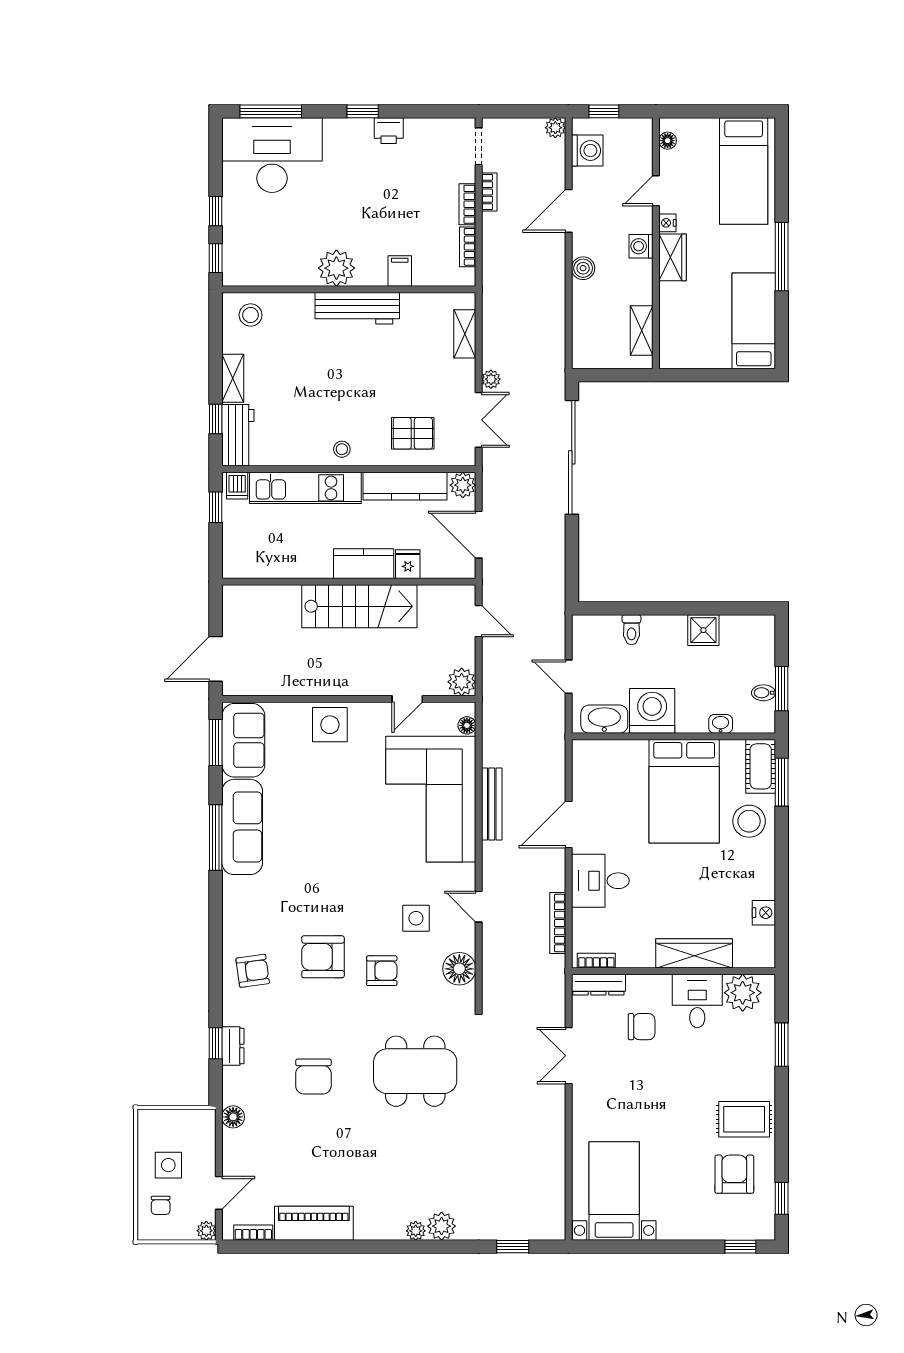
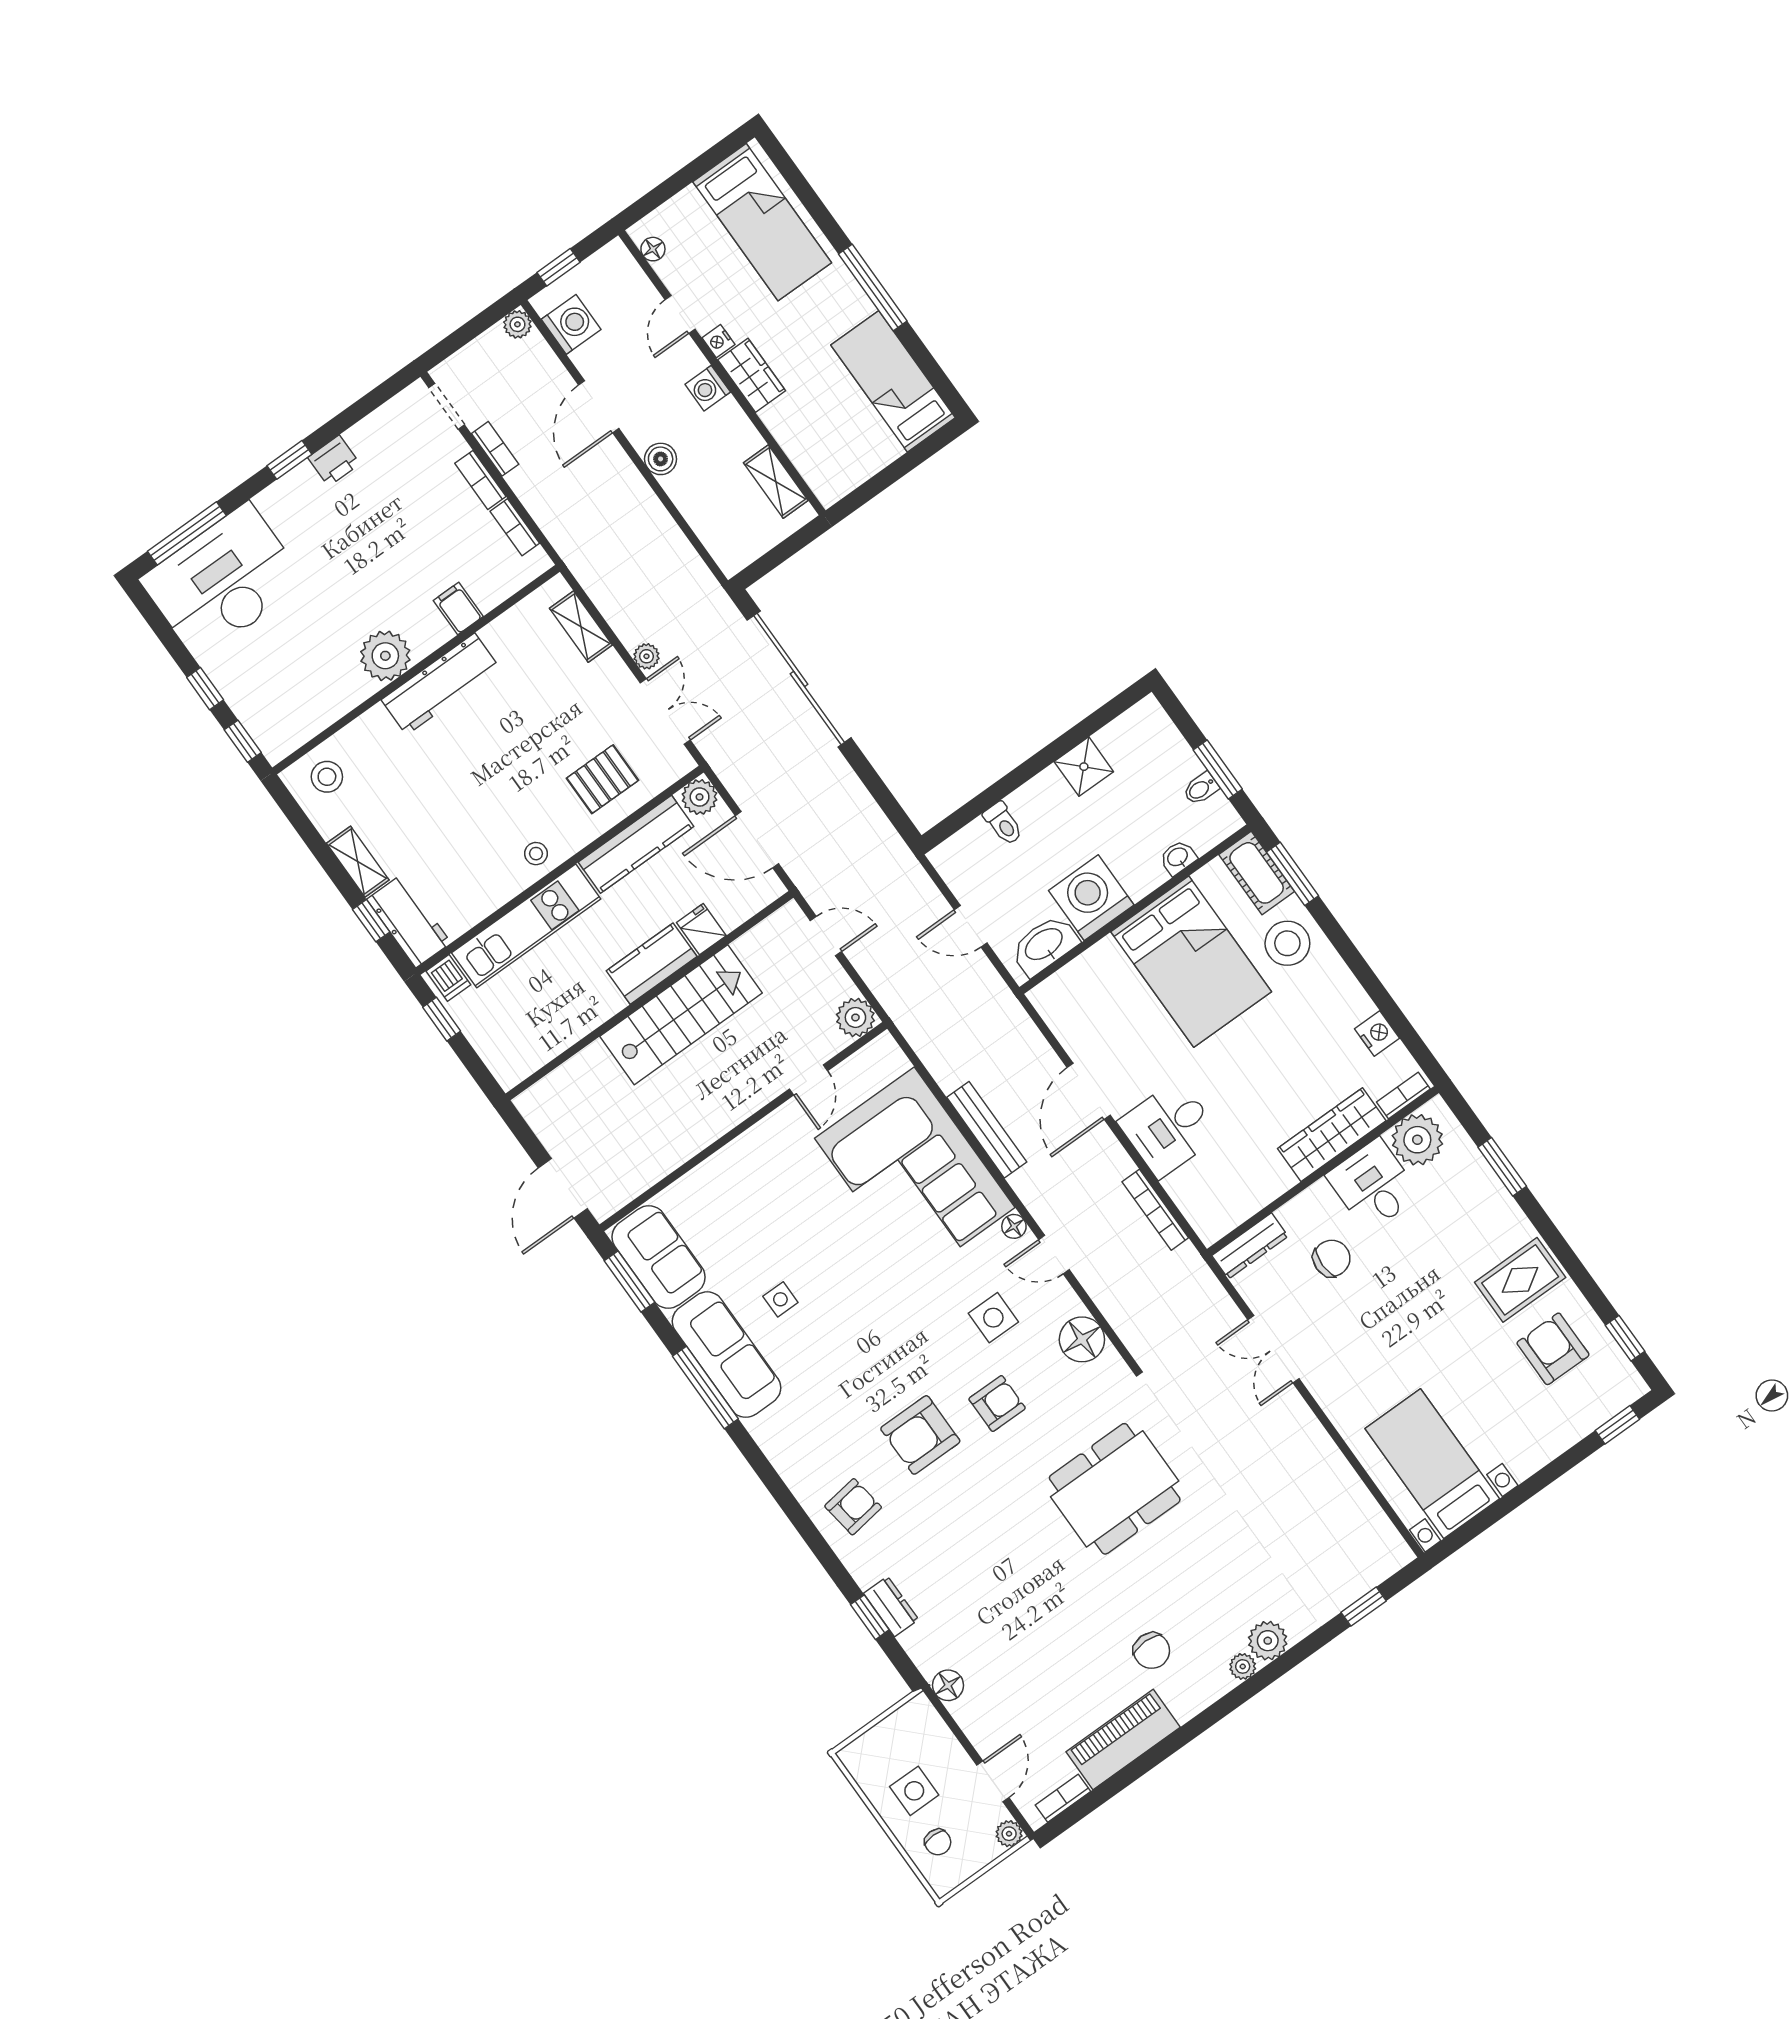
side table: (330, 725) -> (780, 1299), moved, width x0.54, depth x0.54
floor lamp: (467, 725) -> (1014, 1226), moved
bookcase: (596, 961) -> (1403, 1096), moved
chair: (313, 1077) -> (1152, 1651), moved, width x0.73, depth x0.73

